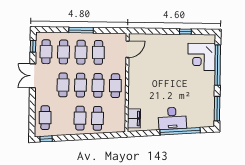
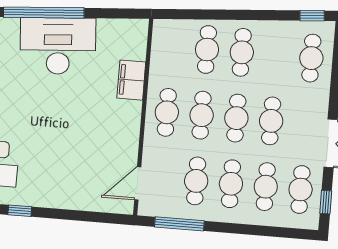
window: (81, 30) -> (179, 224), moved
filing cabinet: (134, 118) -> (131, 80), moved
desk: (172, 118) -> (58, 46), width x1.36, depth x1.30

